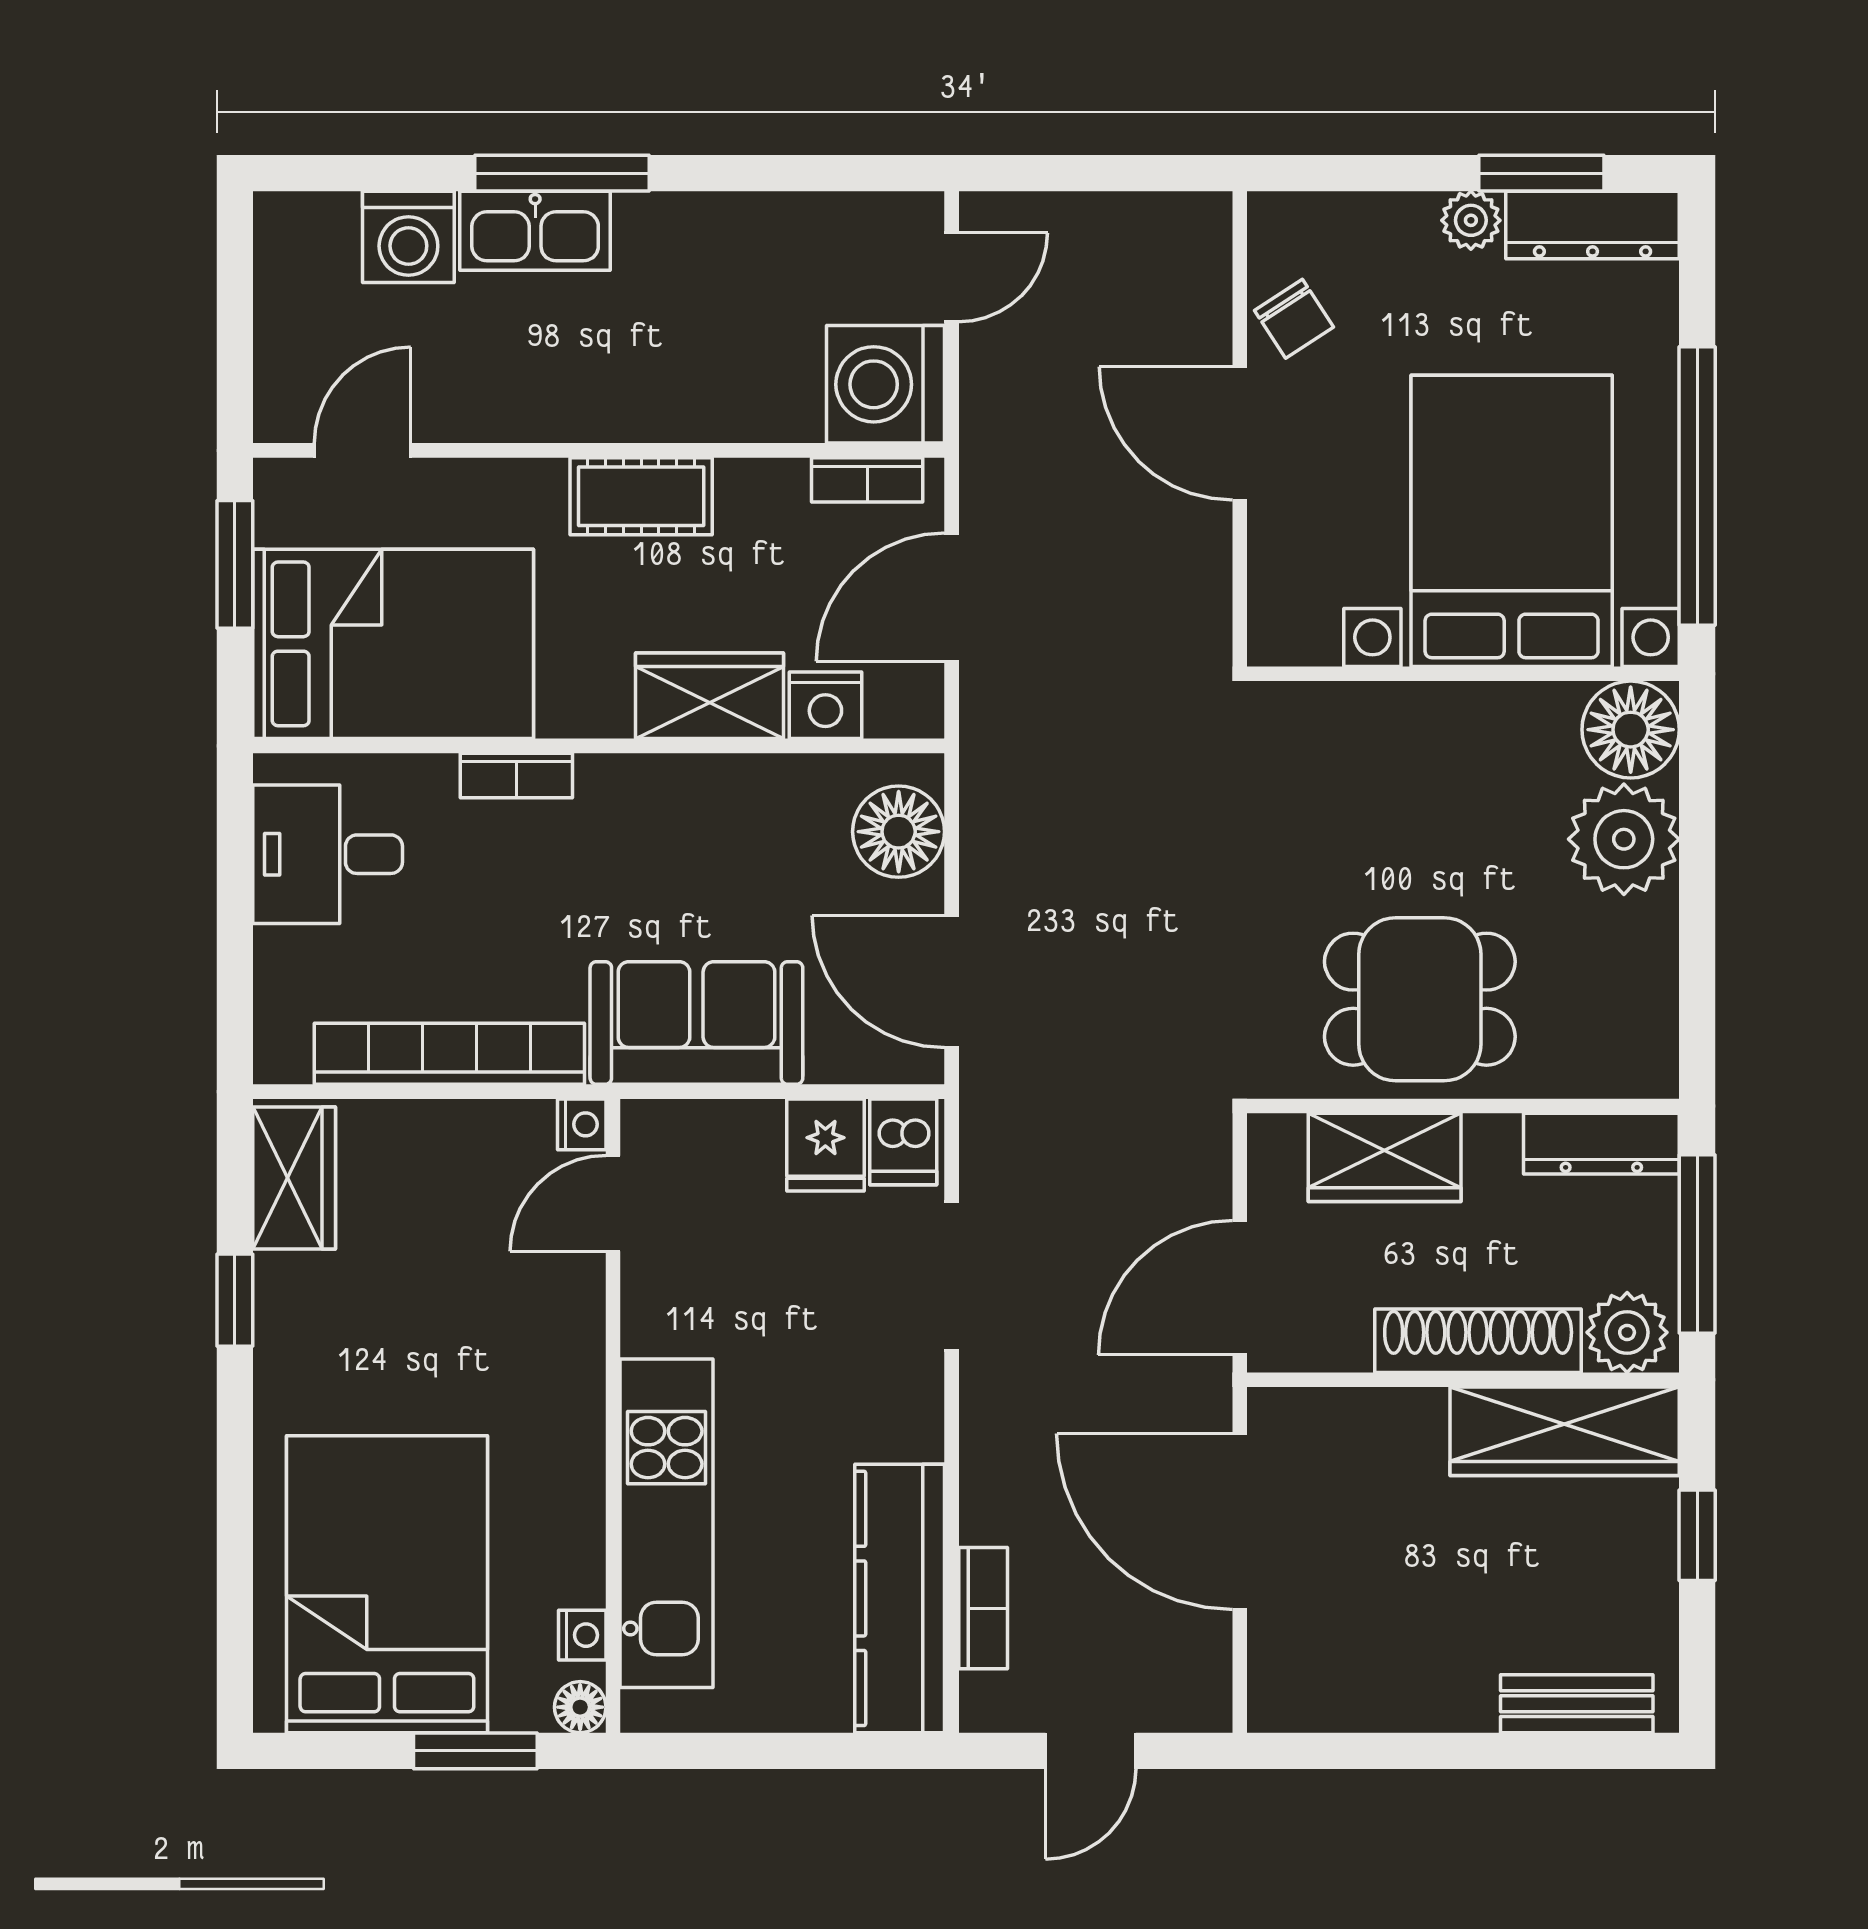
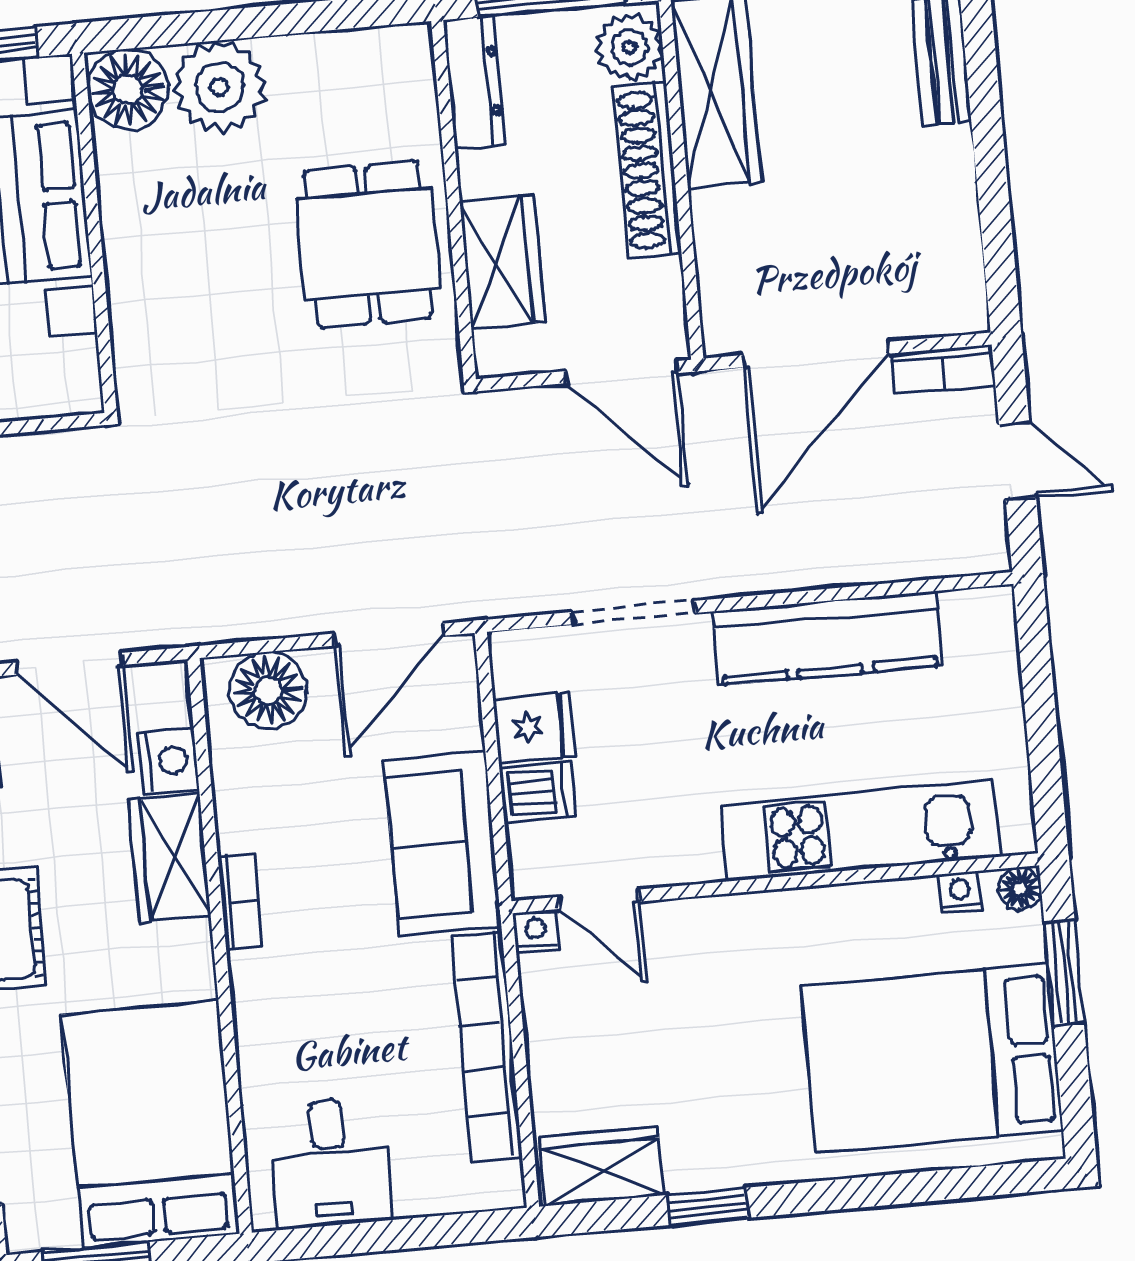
bookcase: (516, 775) -> (240, 902), moved
dishwasher: (903, 1142) -> (537, 792), moved
kitchen counter: (900, 1598) -> (828, 638), moved
bookcase: (983, 1608) -> (943, 369), moved, turned 180

